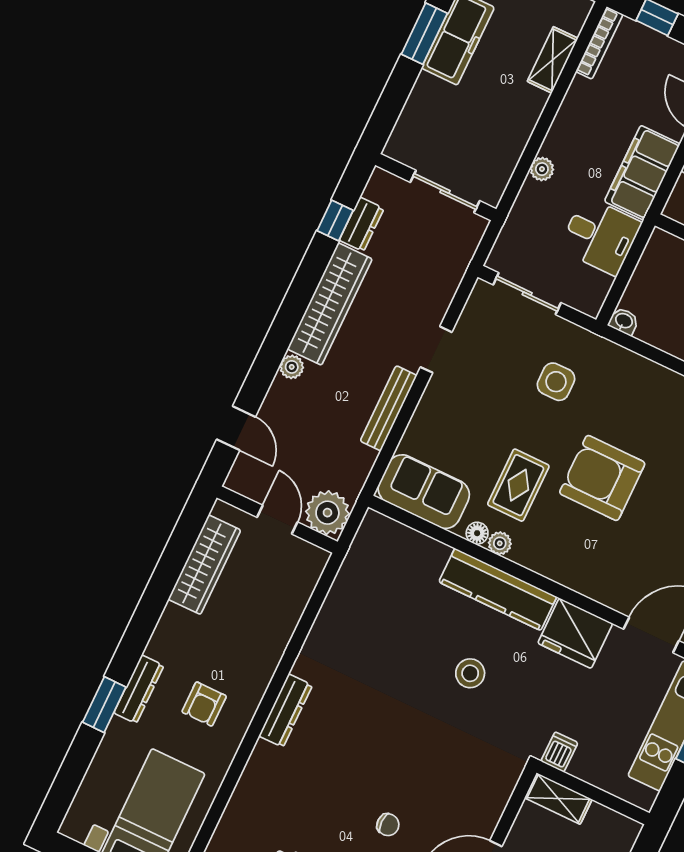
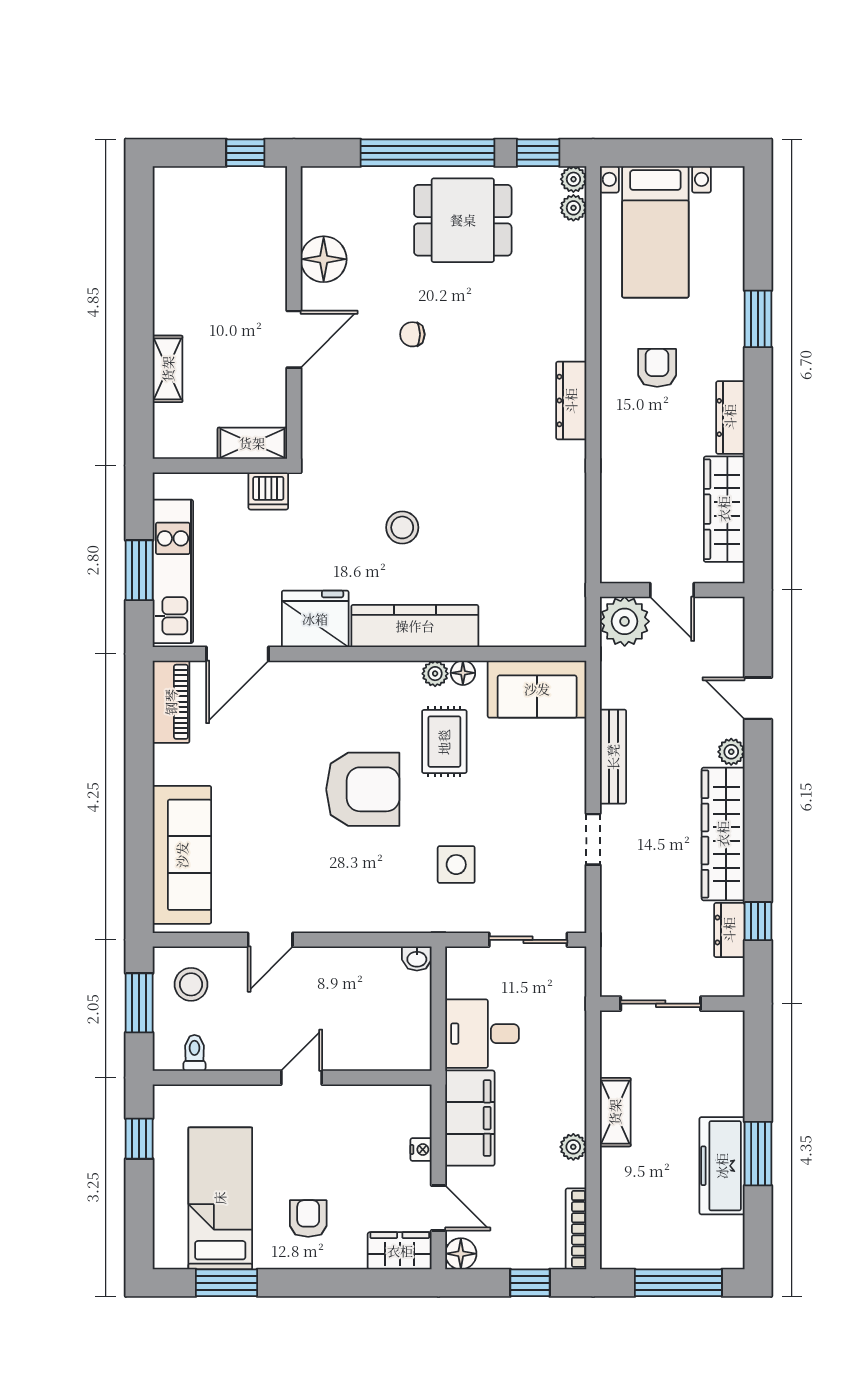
shelving: (553, 60) -> (615, 1112), moved
plant: (542, 169) -> (573, 1147), moved
door: (236, 428) -> (758, 698), moved
dresser: (139, 689) -> (730, 417), moved
dishwasher: (559, 752) -> (268, 491), width x1.38

